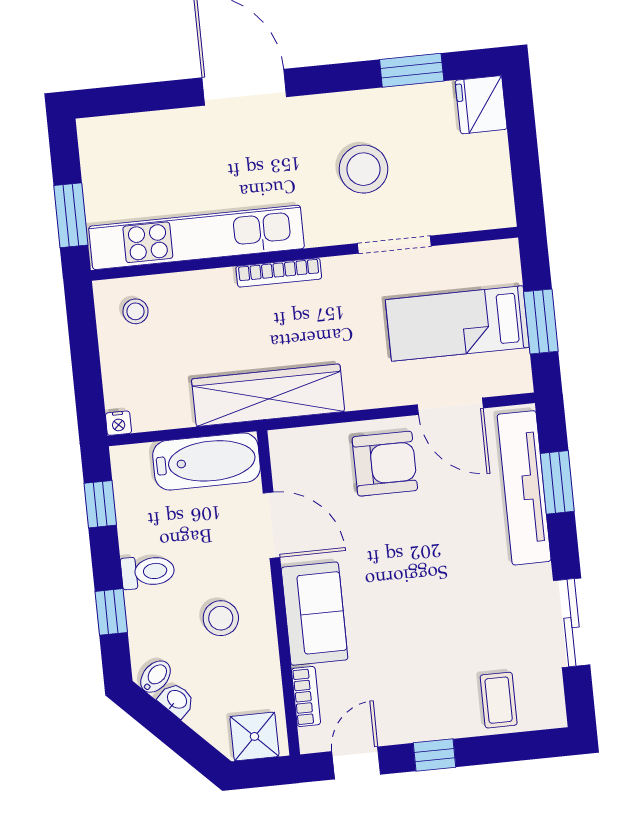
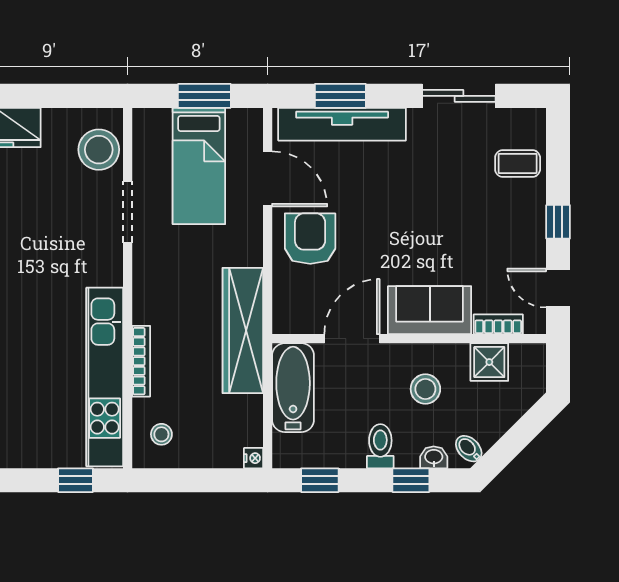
stool: (363, 169) -> (99, 150), moved
window: (71, 215) -> (76, 480), width x0.67
bookcase: (279, 273) -> (141, 361), moved
door: (450, 406) -> (268, 179), hinge flipped
washbasin: (176, 700) -> (434, 457), moved, turned 45
shower: (254, 736) -> (489, 362), moved

